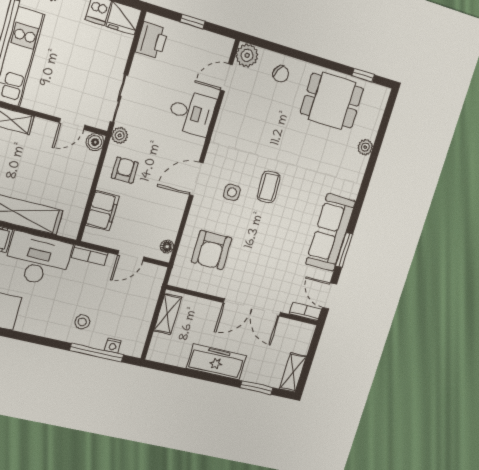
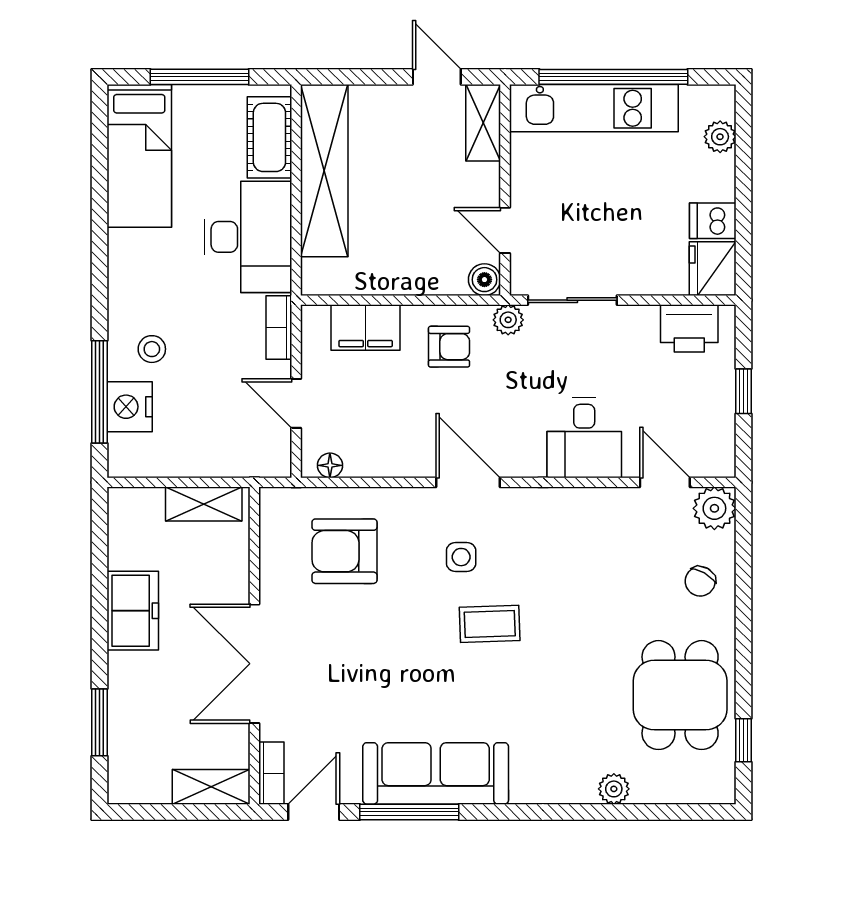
window: (344, 250) -> (409, 812), width x1.44
nightstand: (113, 346) -> (130, 407), width x1.89, depth x1.79
freezer: (216, 362) -> (133, 611), width x0.71
shelving: (293, 372) -> (211, 787), moved

